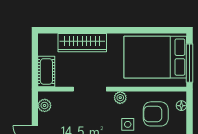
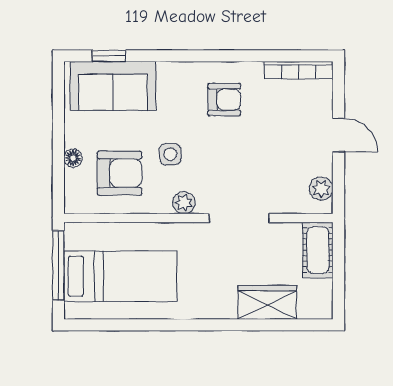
wardrobe: (82, 43) -> (267, 302), width x0.67
bed: (155, 57) -> (120, 276), width x0.67
floor lamp: (181, 106) -> (73, 158), moved

